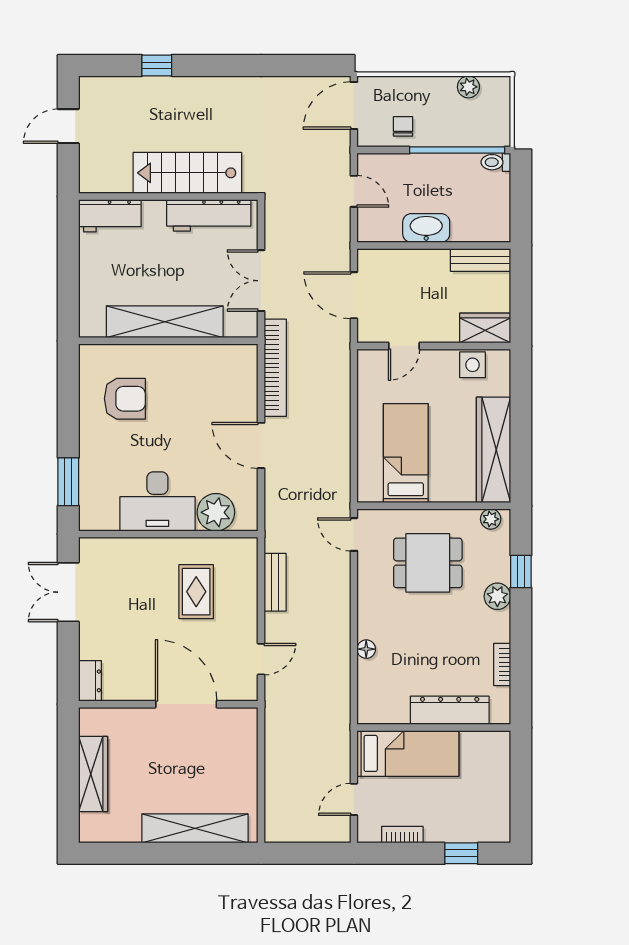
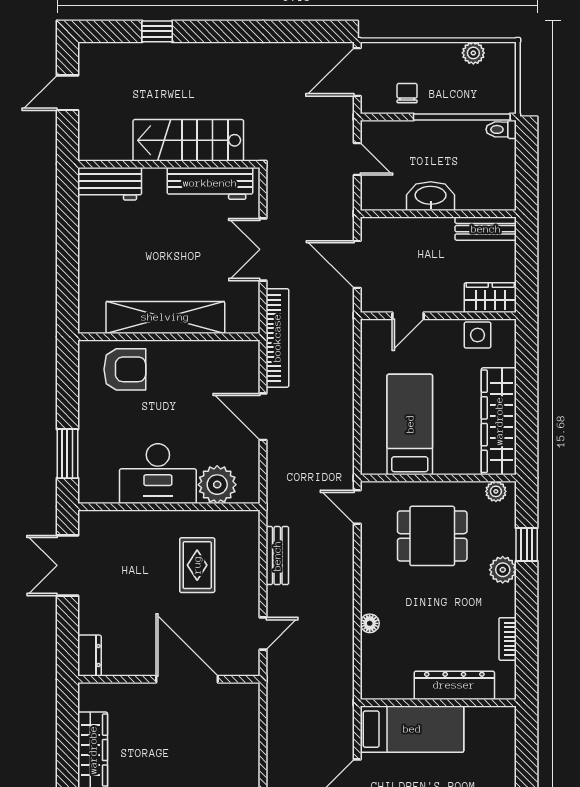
shelving: (165, 322) -> (165, 317), moved
wall: (168, 341) -> (169, 337), moved

